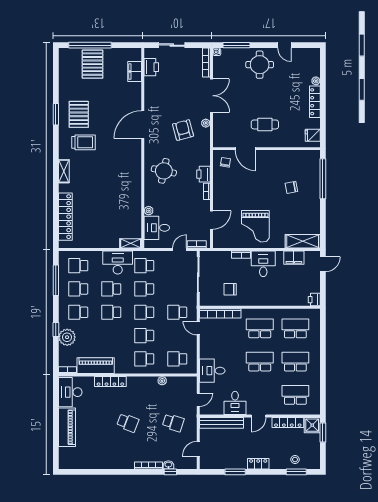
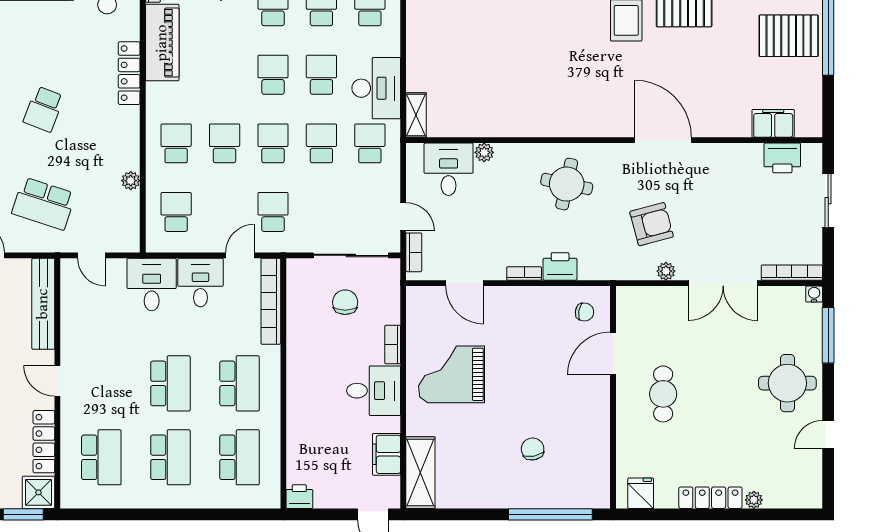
chair: (230, 289) -> (345, 302), moved
desk: (235, 403) -> (200, 283), moved, turned 90
school desk: (173, 423) -> (44, 203), width x1.85

